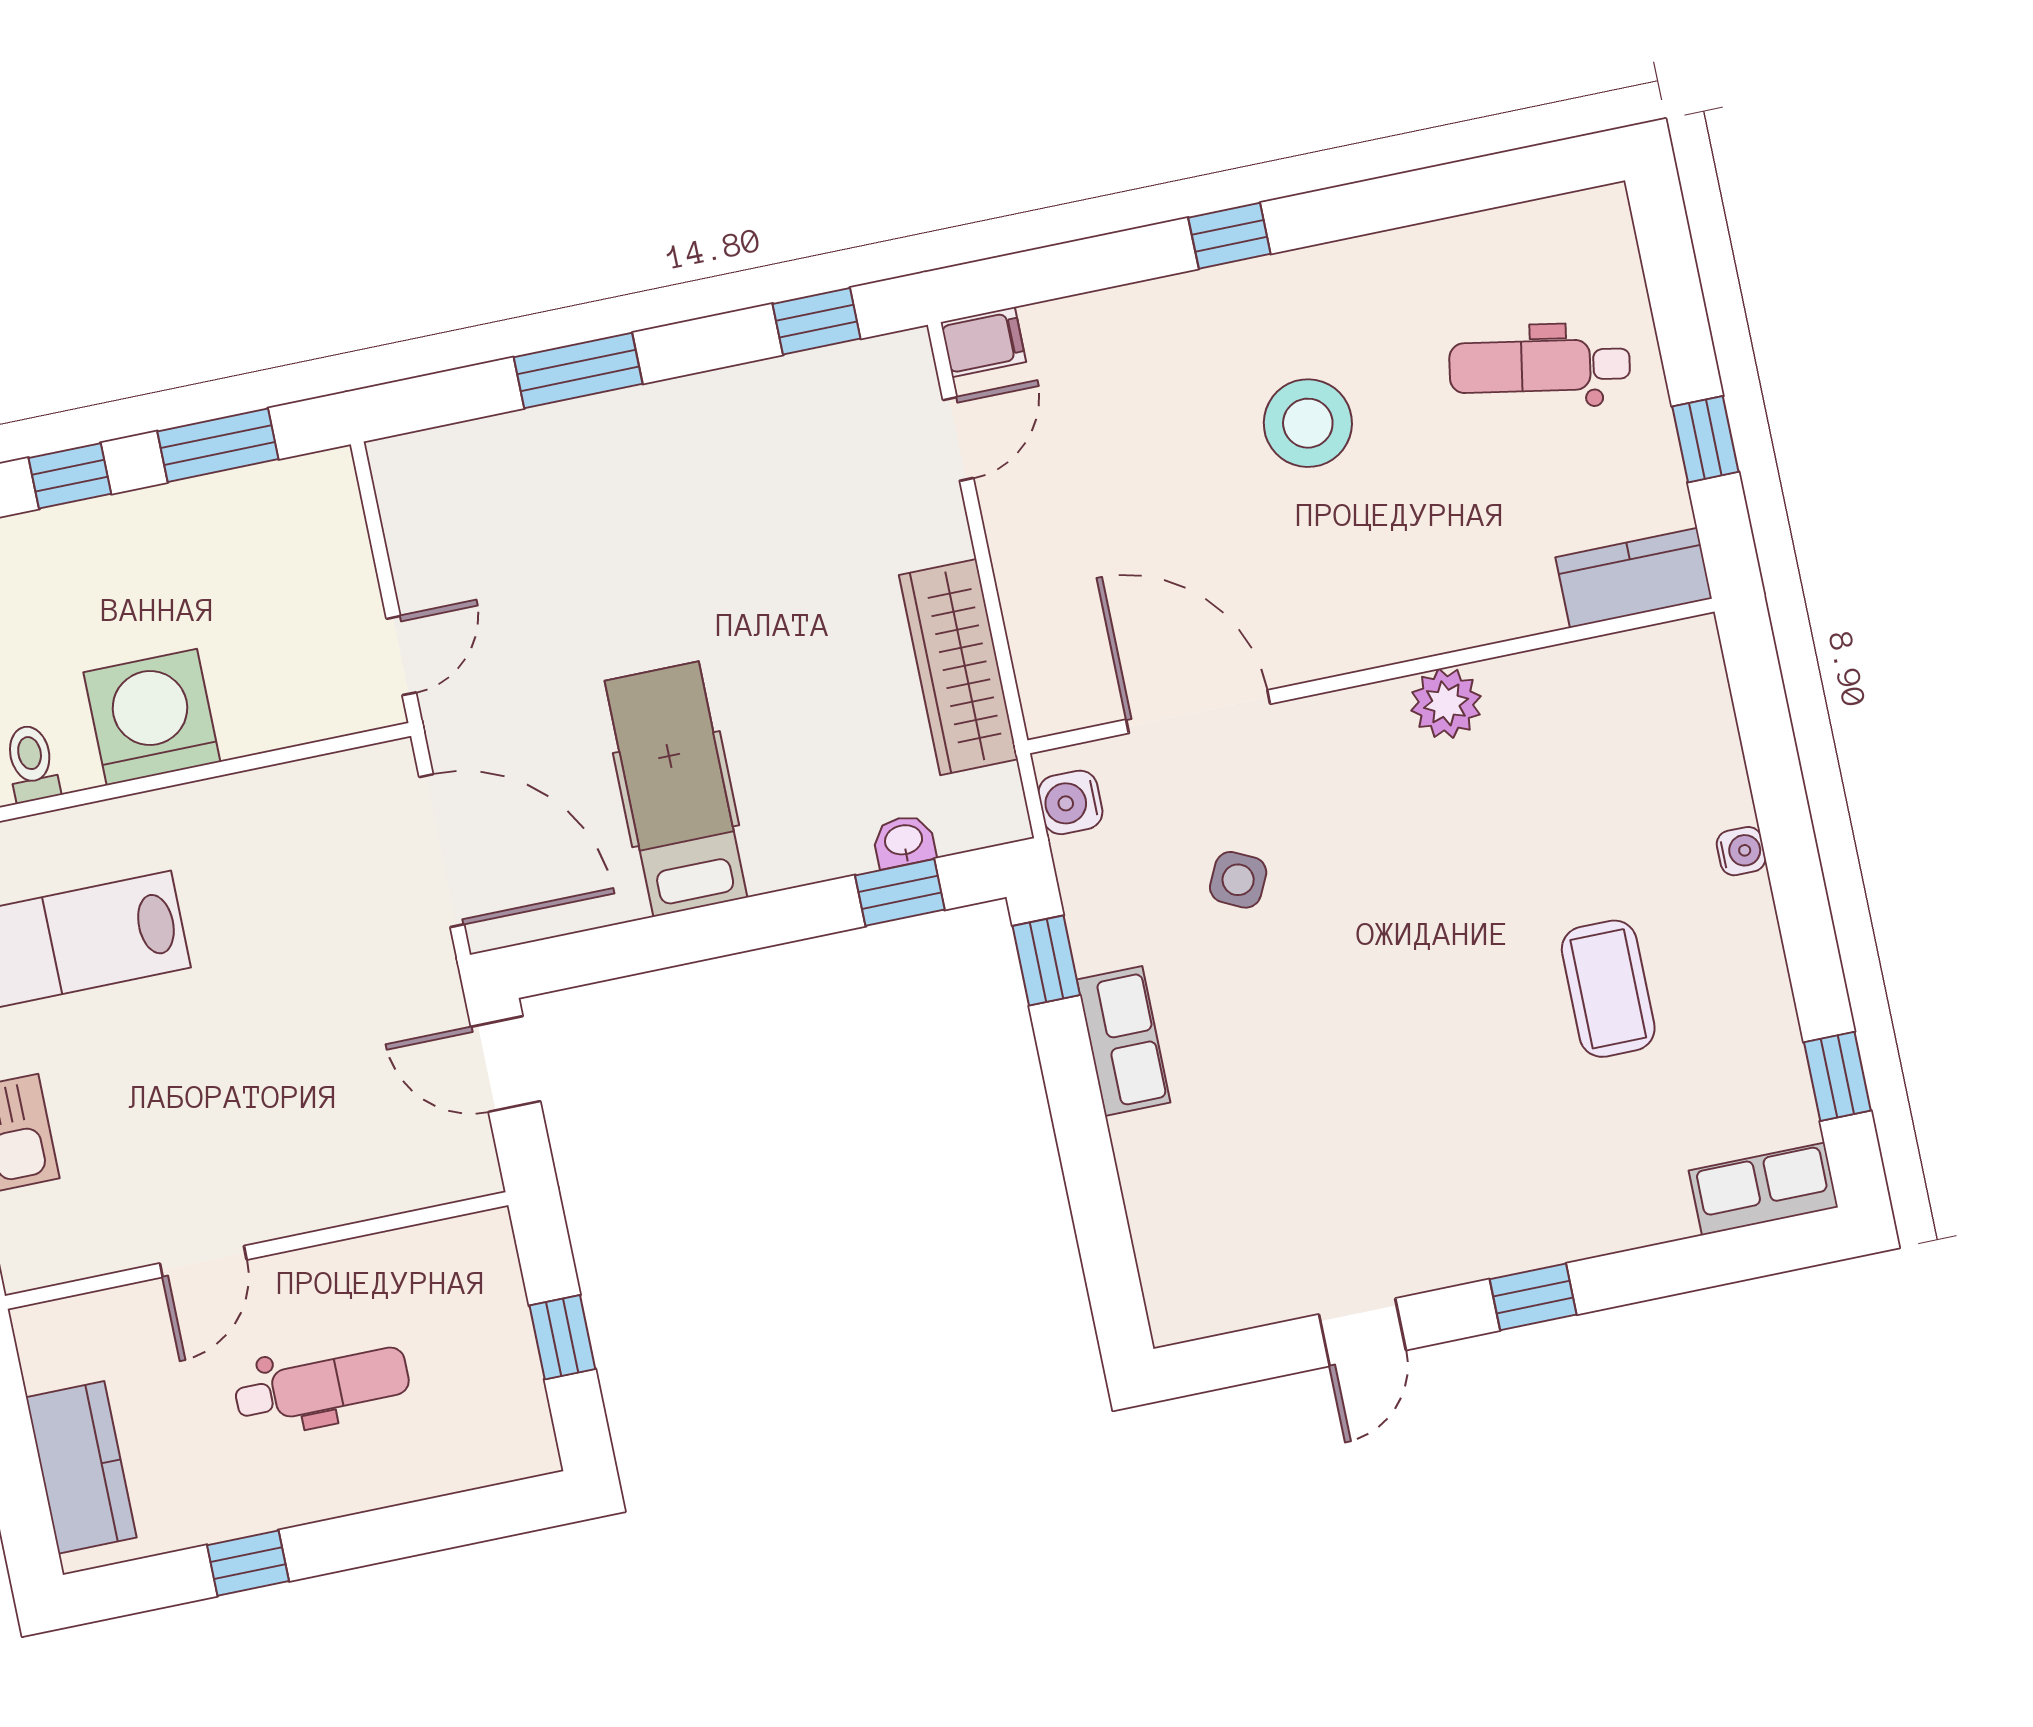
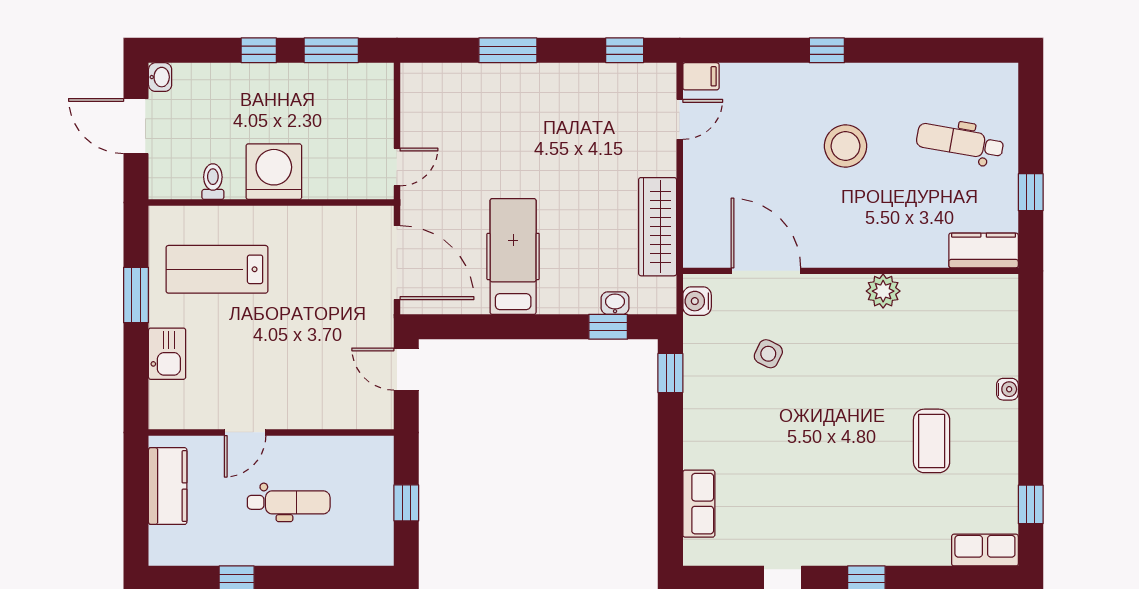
row of seats: (1124, 1041) -> (699, 504), moved
kitchen counter: (81, 1467) -> (168, 486), moved

